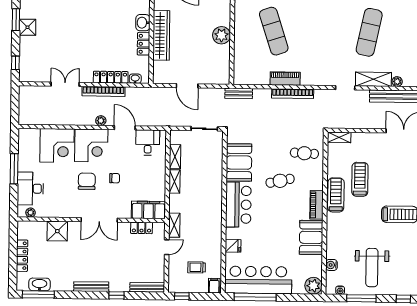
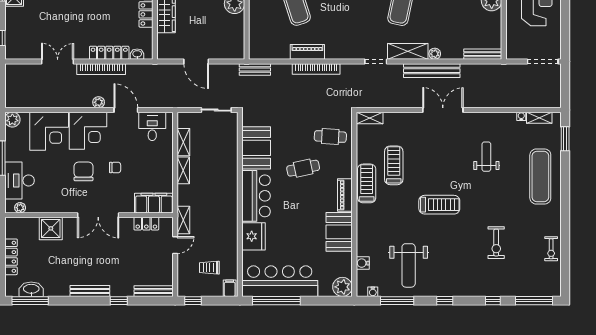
plant: (25, 135) -> (12, 120), added
fridge: (233, 246) -> (253, 236), width x1.88, depth x1.34

